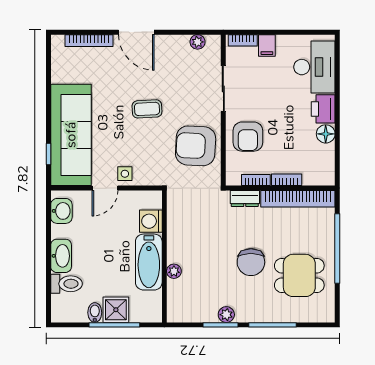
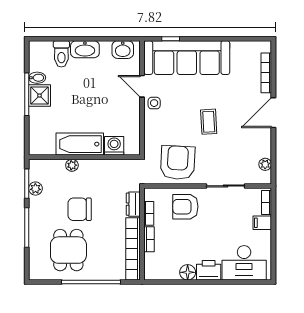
washing machine: (151, 221) -> (114, 146), moved
wall: (164, 256) -> (84, 157), moved
bathtub: (149, 262) -> (80, 144), moved
plant: (174, 271) -> (72, 165), moved

